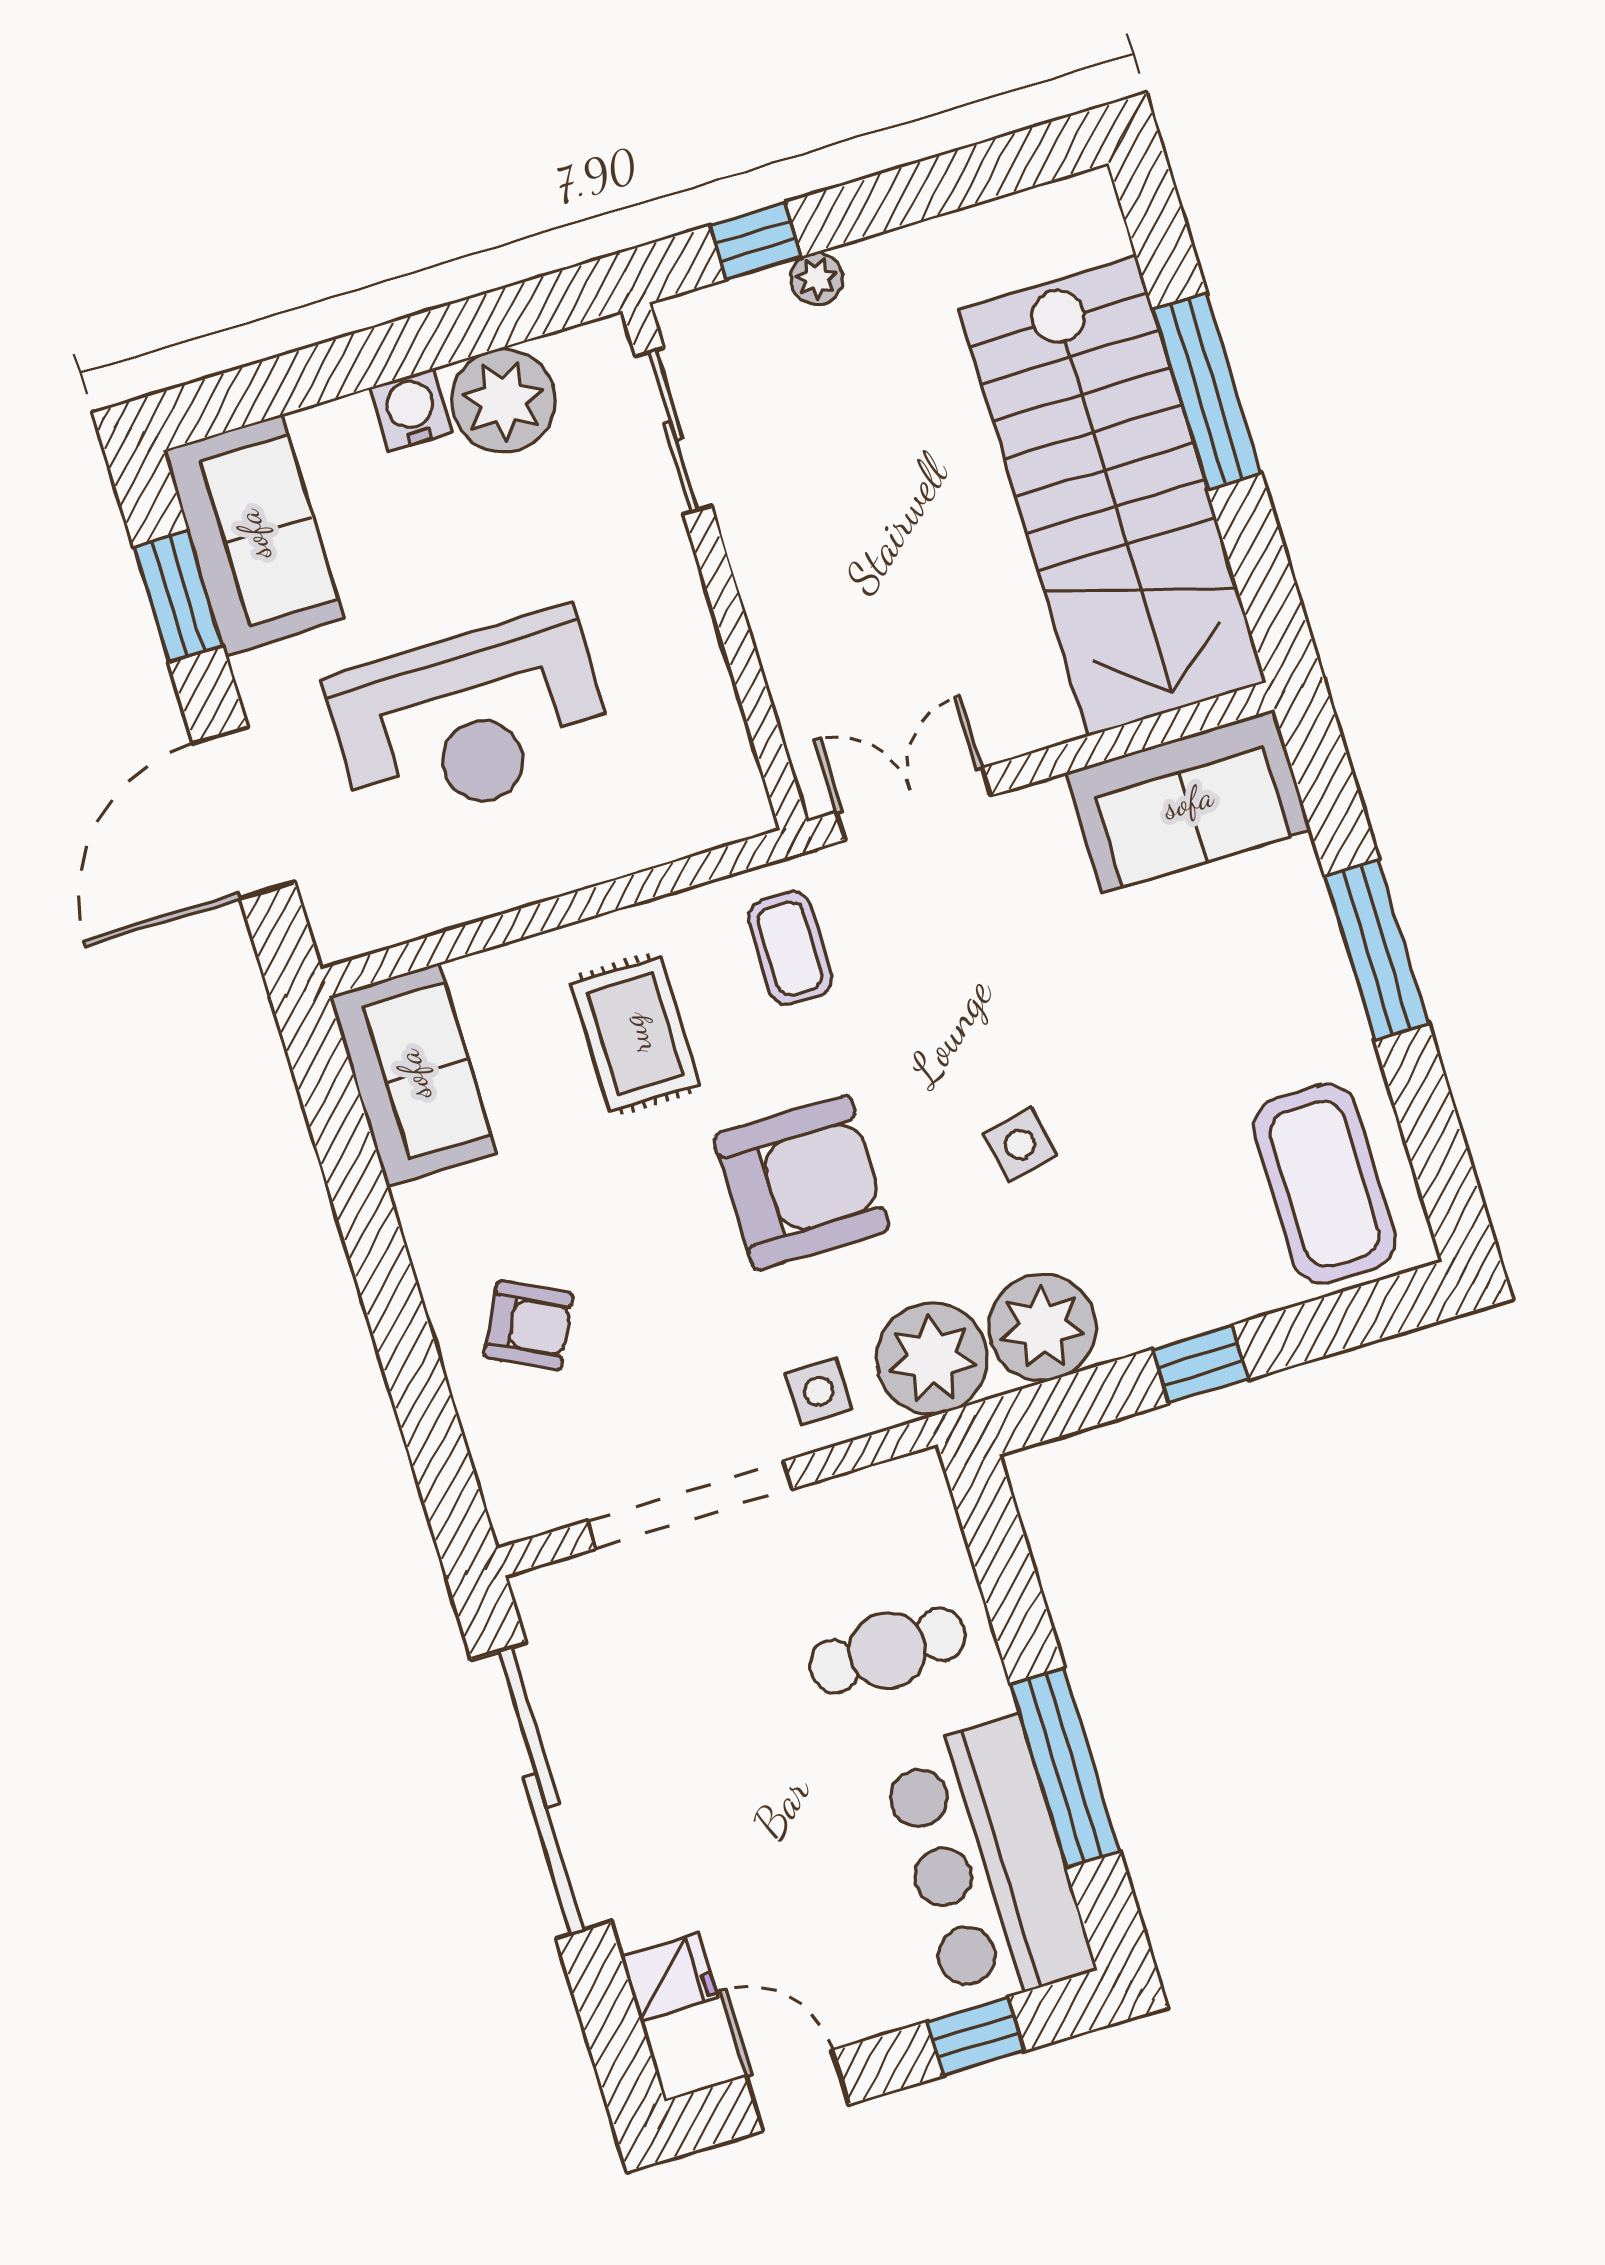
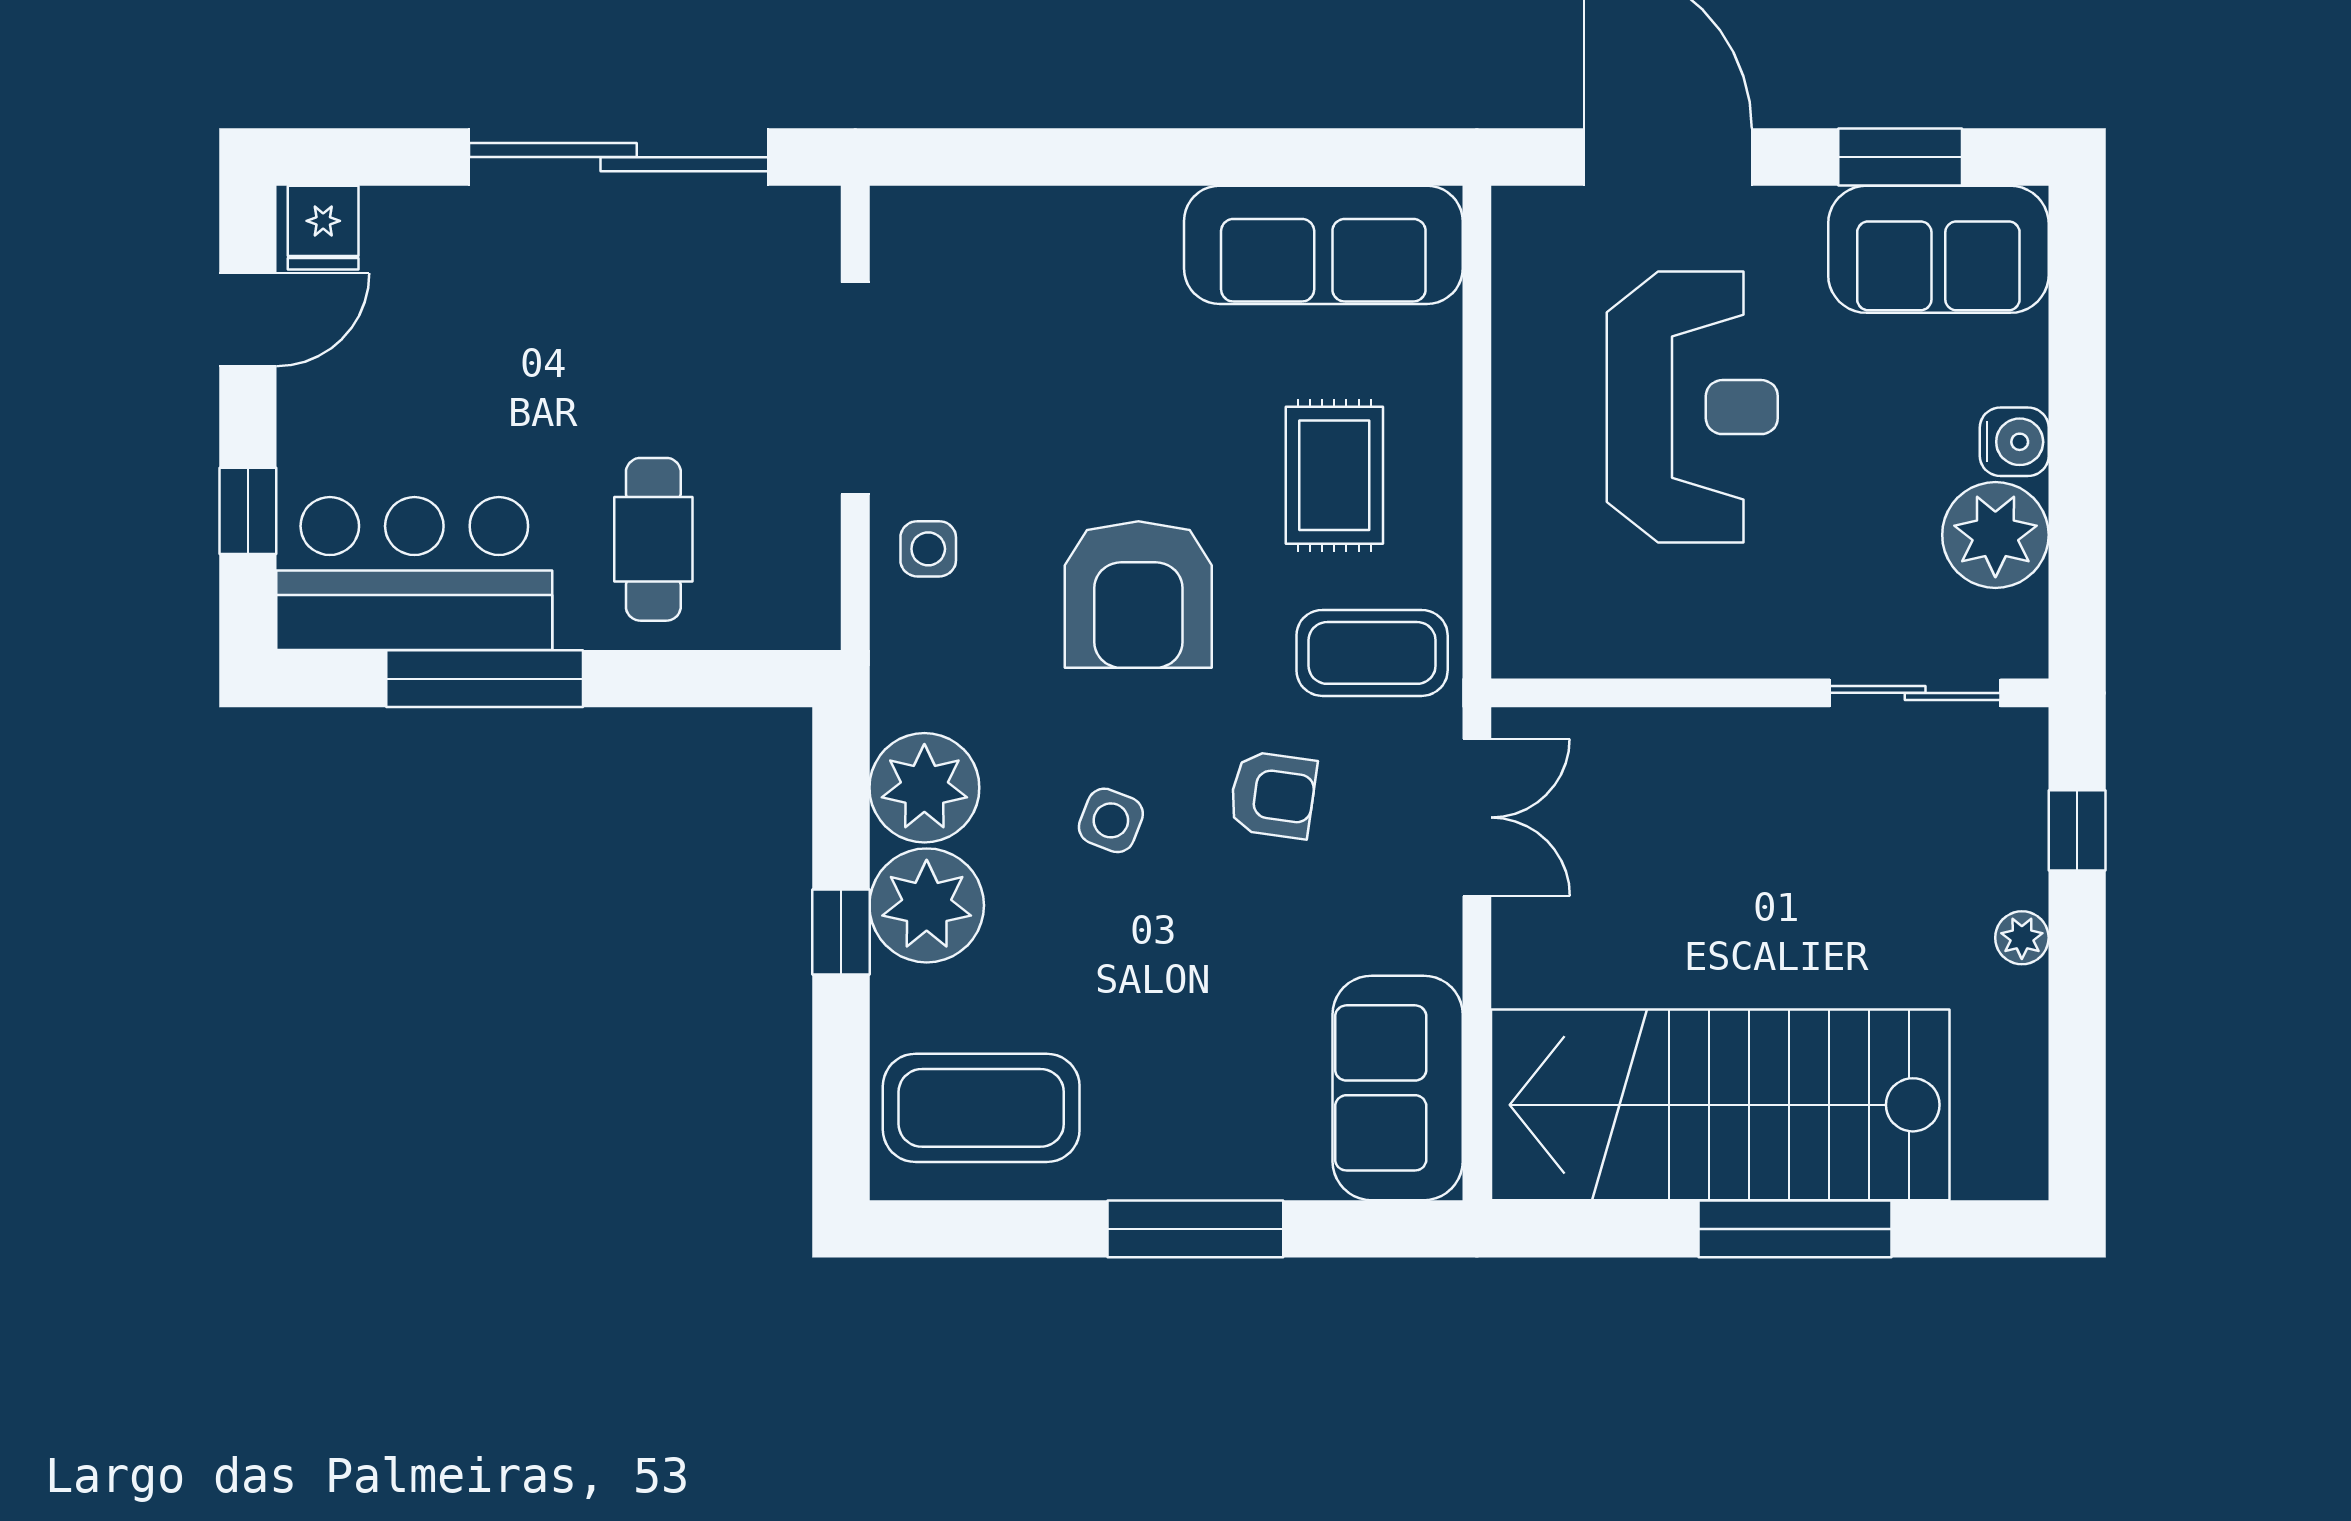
plant: (817, 279) -> (2022, 938), moved
reception desk: (470, 719) -> (1692, 407), turned 180
coffee table: (790, 948) -> (1372, 653), width x1.36, depth x1.30
rug: (635, 1034) -> (1334, 475), turned 90
sofa: (413, 1075) -> (1323, 245), width x1.36
side table: (1020, 1144) -> (1111, 820), turned 33
armchair: (529, 1325) -> (1273, 795), moved, turned -109
plant: (932, 1359) -> (927, 905), moved
fridge: (670, 1977) -> (323, 228), moved

